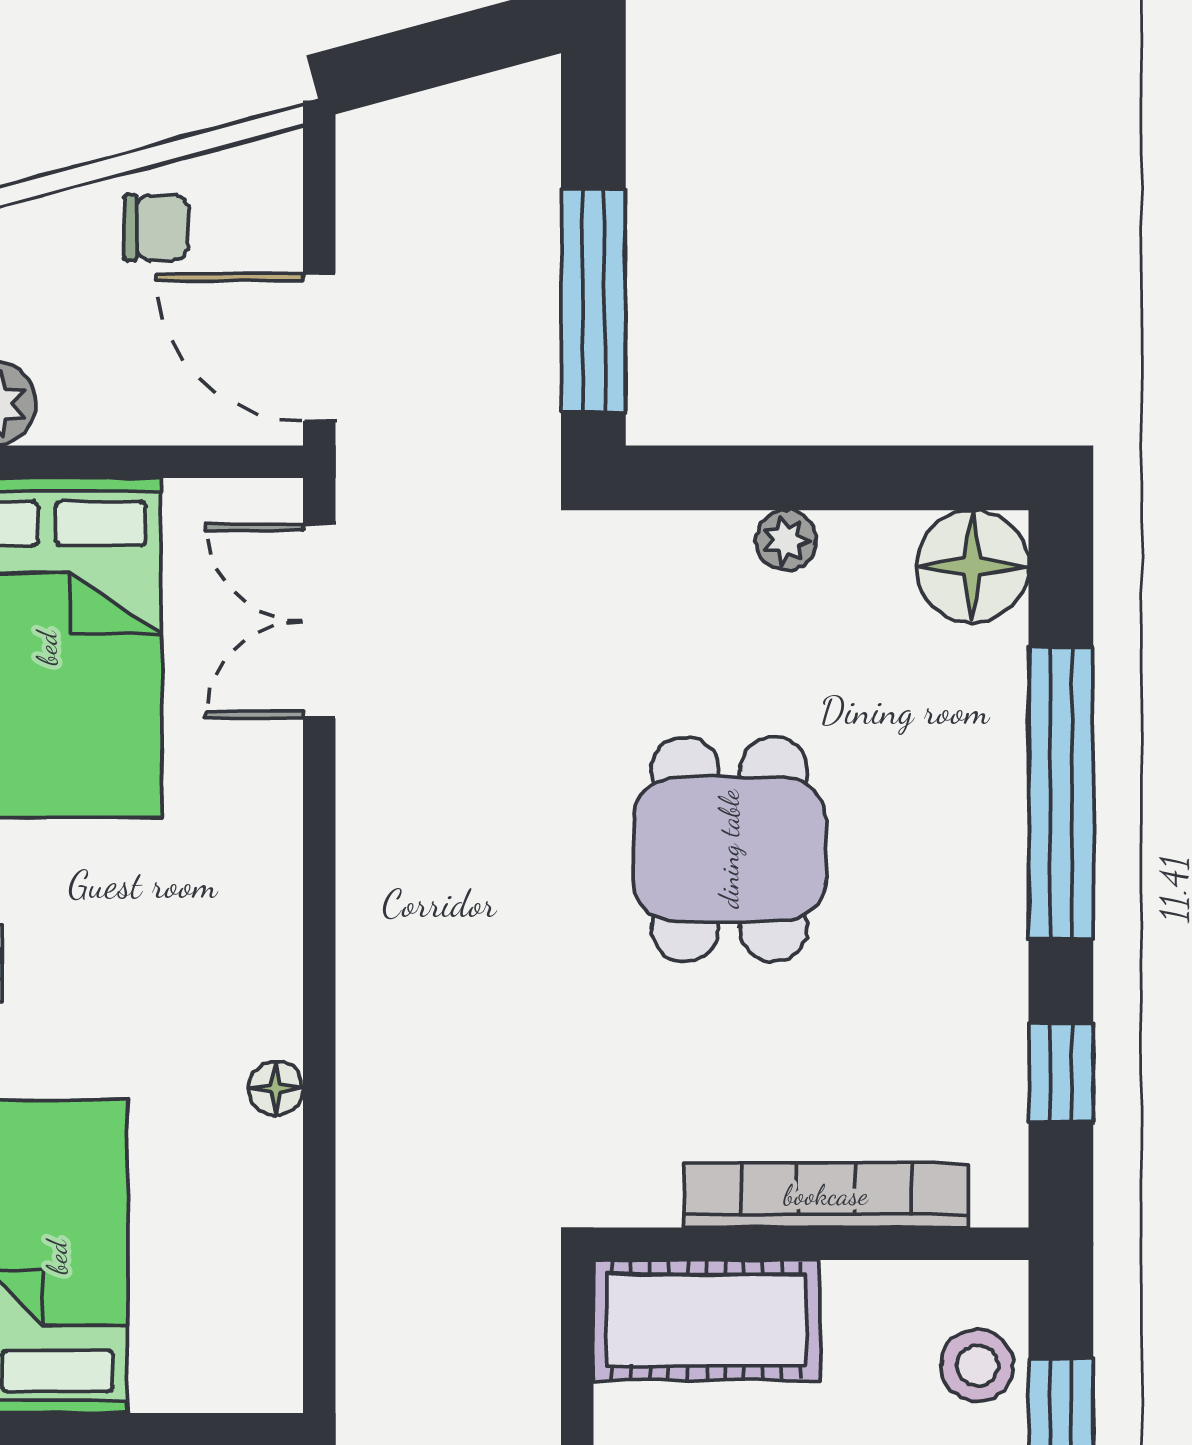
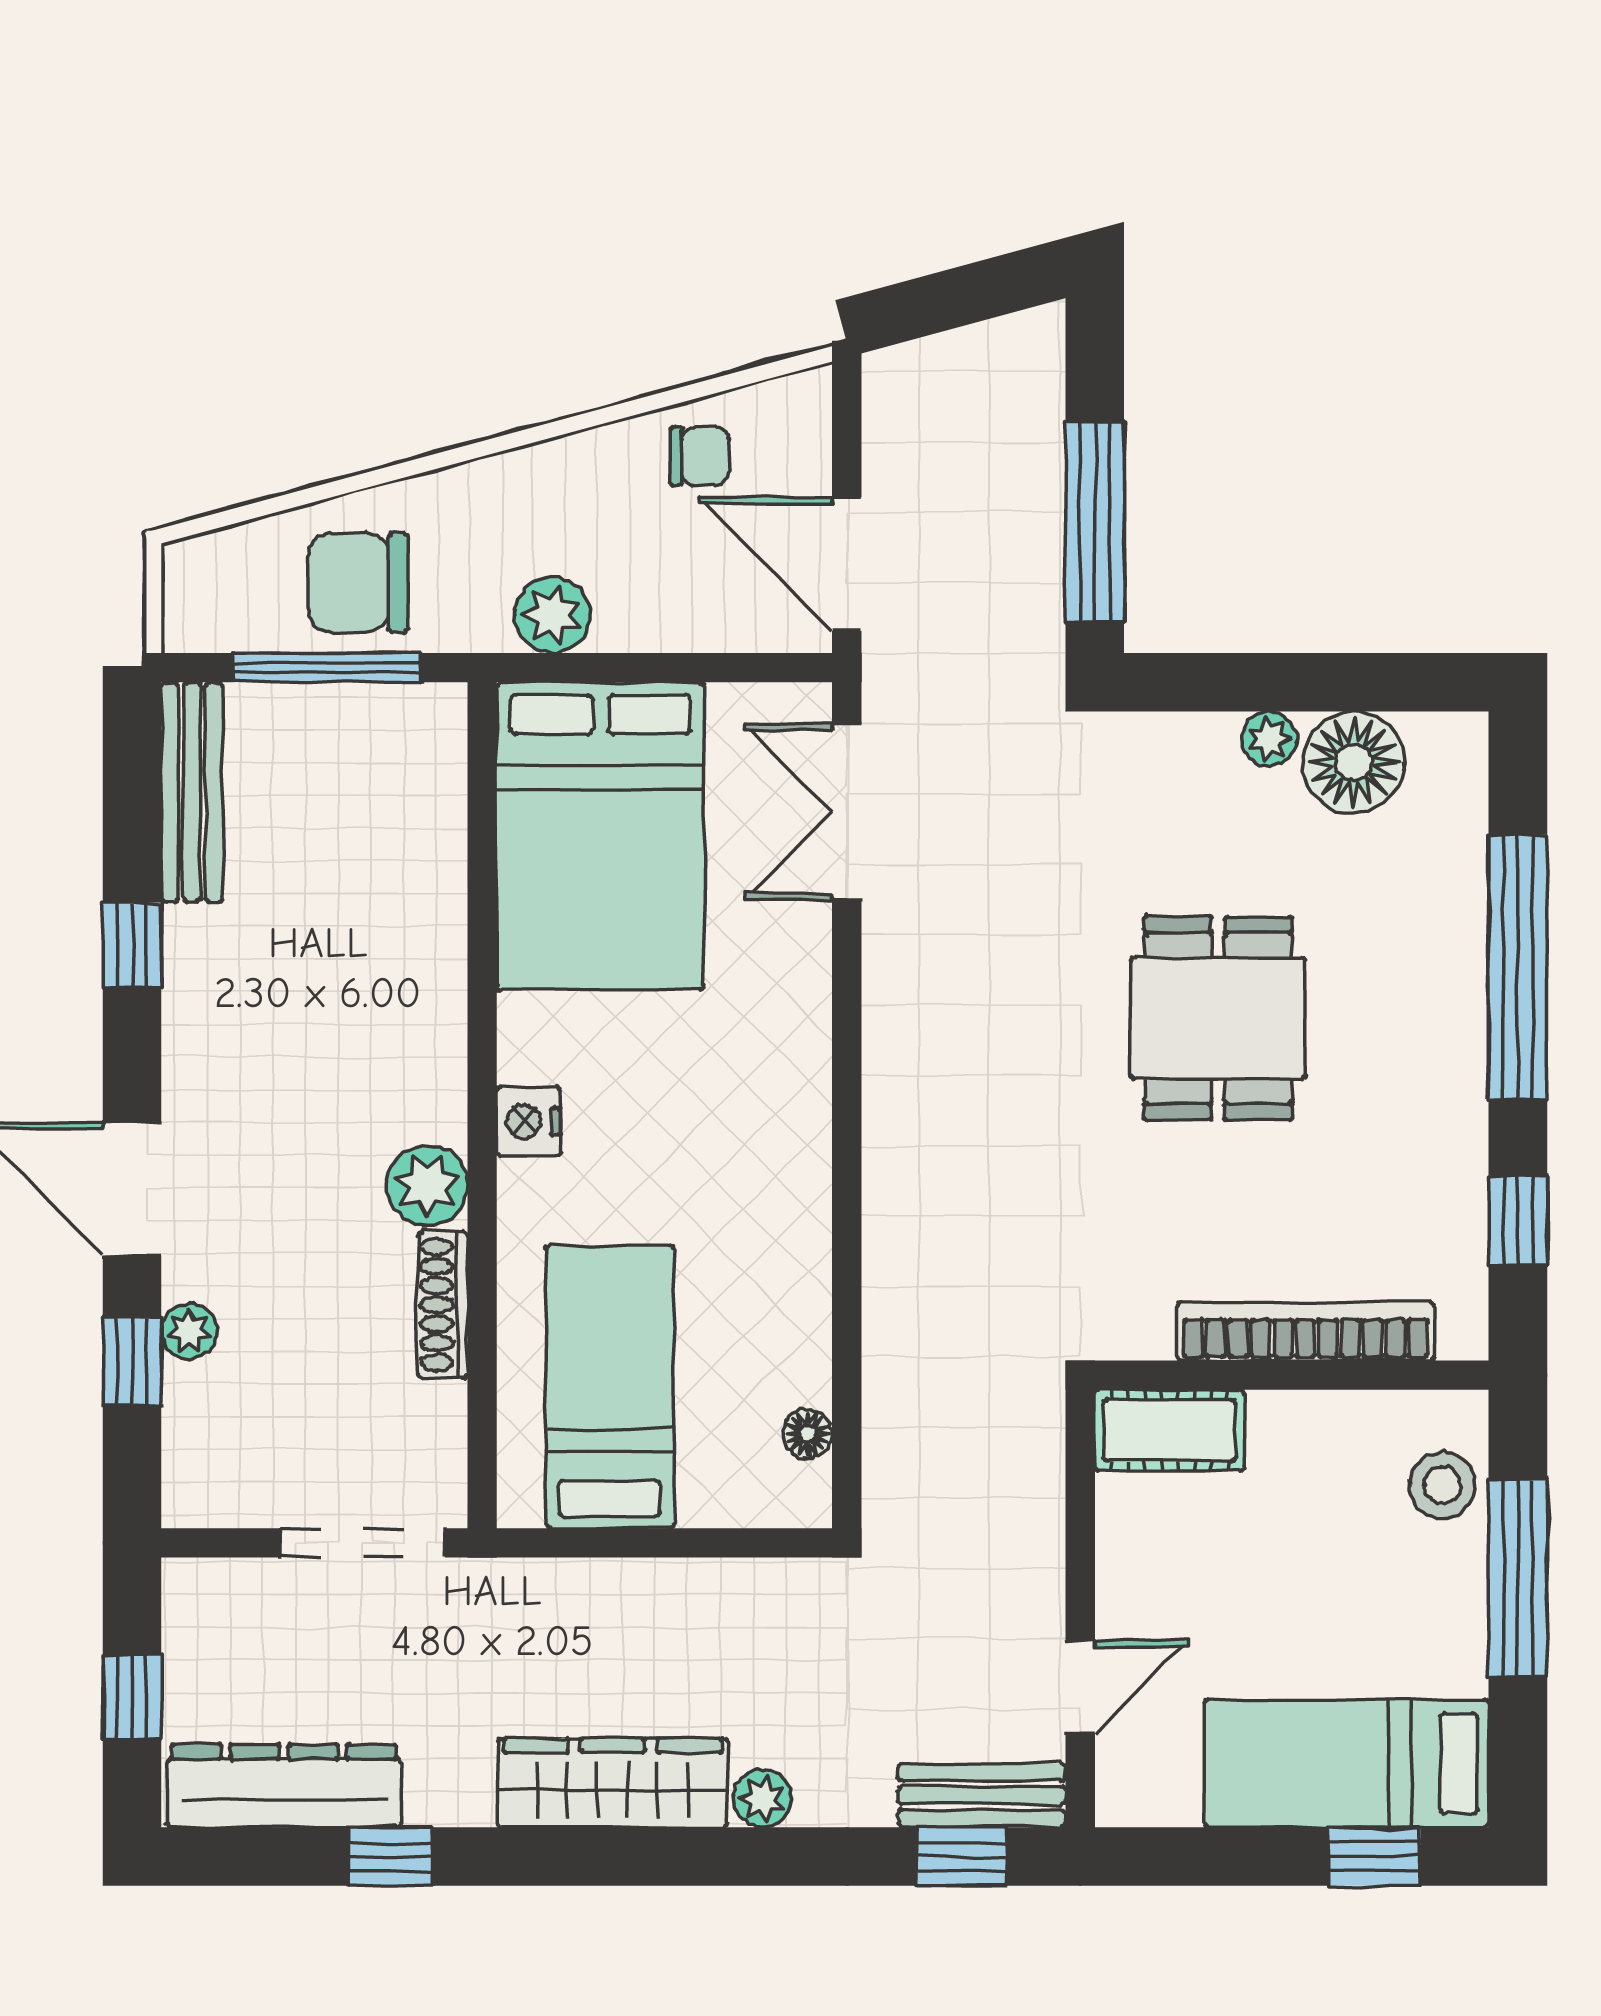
floor lamp: (972, 566) -> (1353, 762), moved
floor lamp: (276, 1088) -> (808, 1434), moved
cot: (706, 1320) -> (1169, 1430), width x0.73, depth x0.75

